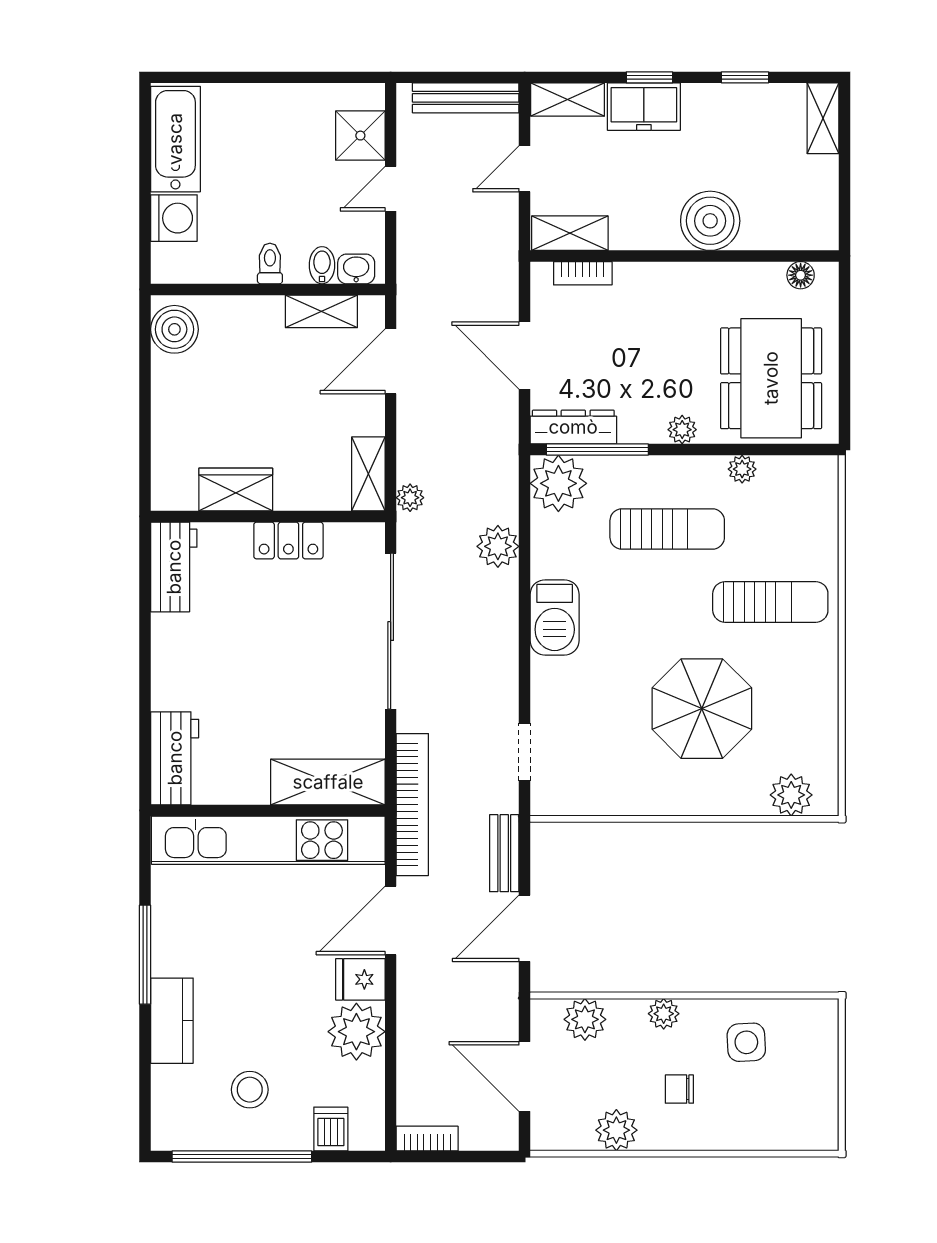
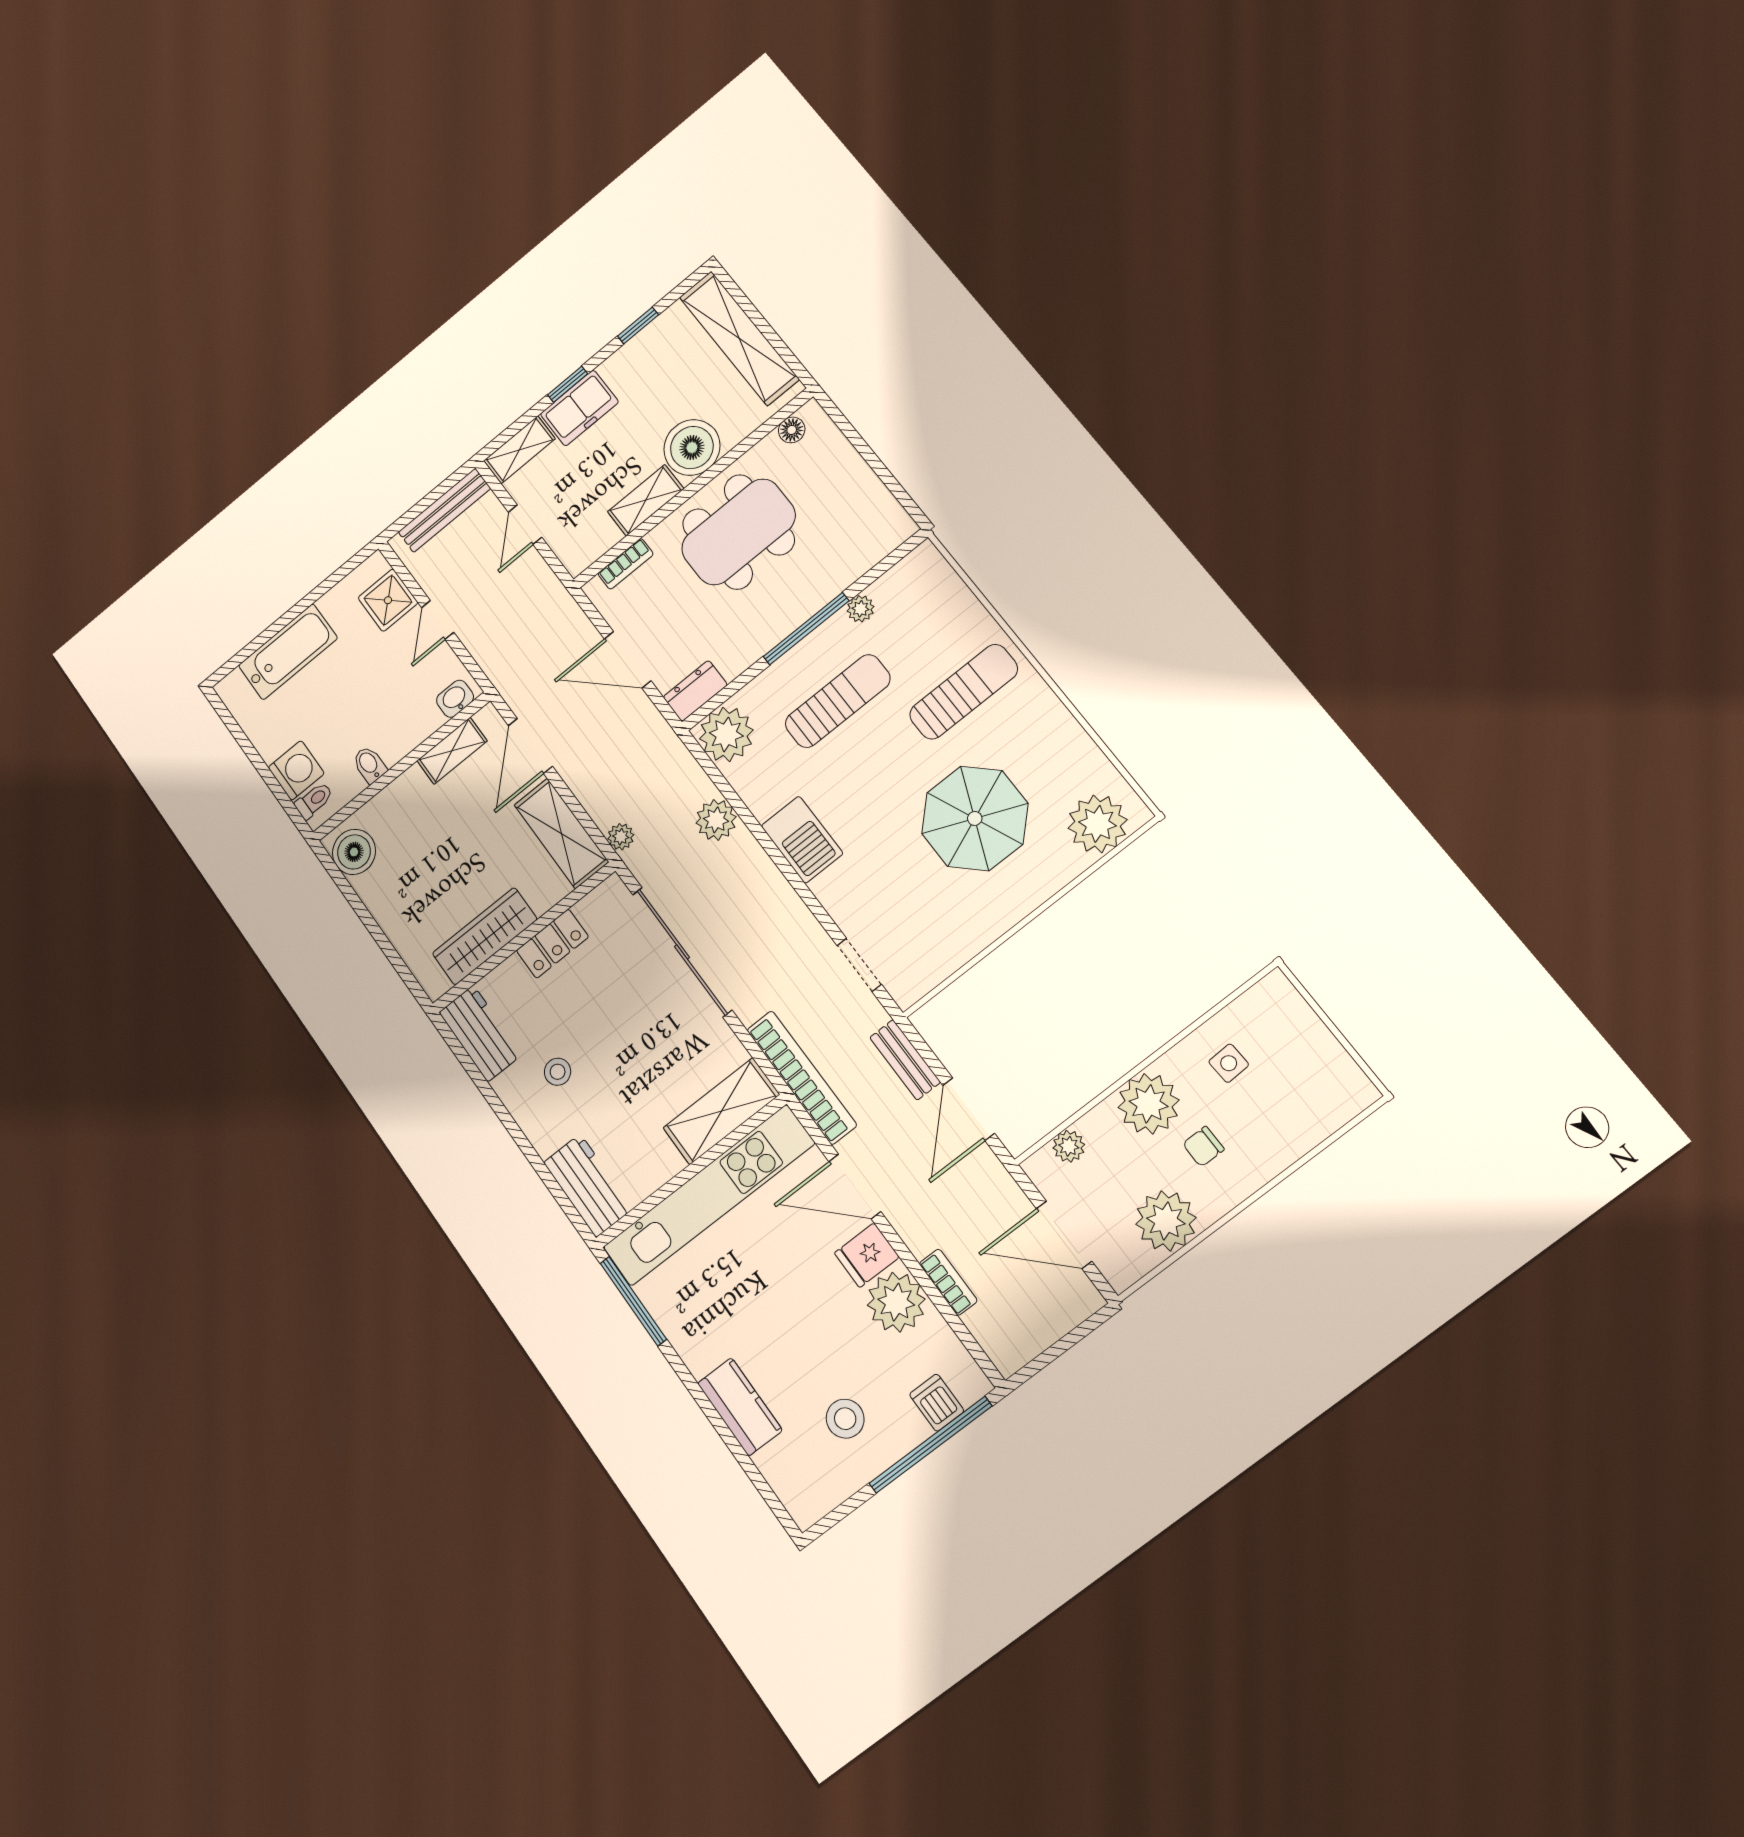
shelving: (823, 118) -> (739, 338), width x2.20, depth x1.33
bathtub: (175, 139) -> (288, 652), moved, turned 90
shelving: (570, 233) -> (646, 500), moved
toilet: (270, 264) -> (314, 800), moved, turned 90
bidet: (322, 265) -> (370, 765), moved
dining table: (771, 378) -> (738, 532), moved, turned 90
dresser: (573, 427) -> (695, 691), width x0.70
plant: (682, 430) -> (790, 617), removed
window: (597, 449) -> (806, 629), moved
shelving: (368, 474) -> (561, 833), width x1.50, depth x1.33
wardrobe: (236, 490) -> (485, 936), width x1.50
stool: (216, 648) -> (558, 1072), added
plant: (791, 795) -> (1098, 824), width x1.36, depth x1.36
door: (391, 920) -> (855, 1187), hinge flipped
window: (145, 955) -> (633, 1301), moved
plant: (664, 1014) -> (1149, 1104), width x1.87, depth x1.87
plant: (585, 1019) -> (1069, 1146), width x0.73, depth x0.73
side table: (746, 1042) -> (1229, 1063), width x0.73, depth x0.73
plant: (616, 1130) -> (1166, 1221), width x1.36, depth x1.36
bookcase: (427, 1139) -> (948, 1282), moved, turned 90
window: (242, 1156) -> (930, 1445), moved

